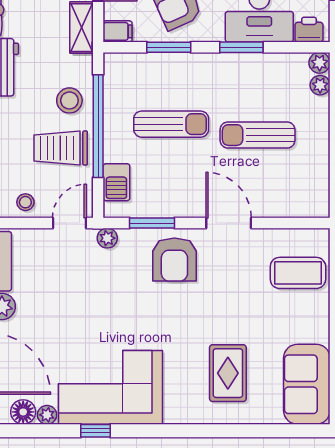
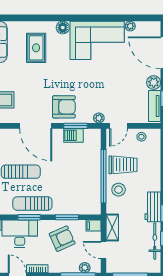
sun lounger: (171, 124) -> (32, 204), moved
barbecue: (116, 182) -> (73, 135), moved, turned -90
door: (229, 223) -> (36, 126), width x1.36
armchair: (174, 260) -> (64, 107), turned 90
floor lamp: (23, 412) -> (63, 28), moved
window: (96, 431) -> (105, 18), removed

